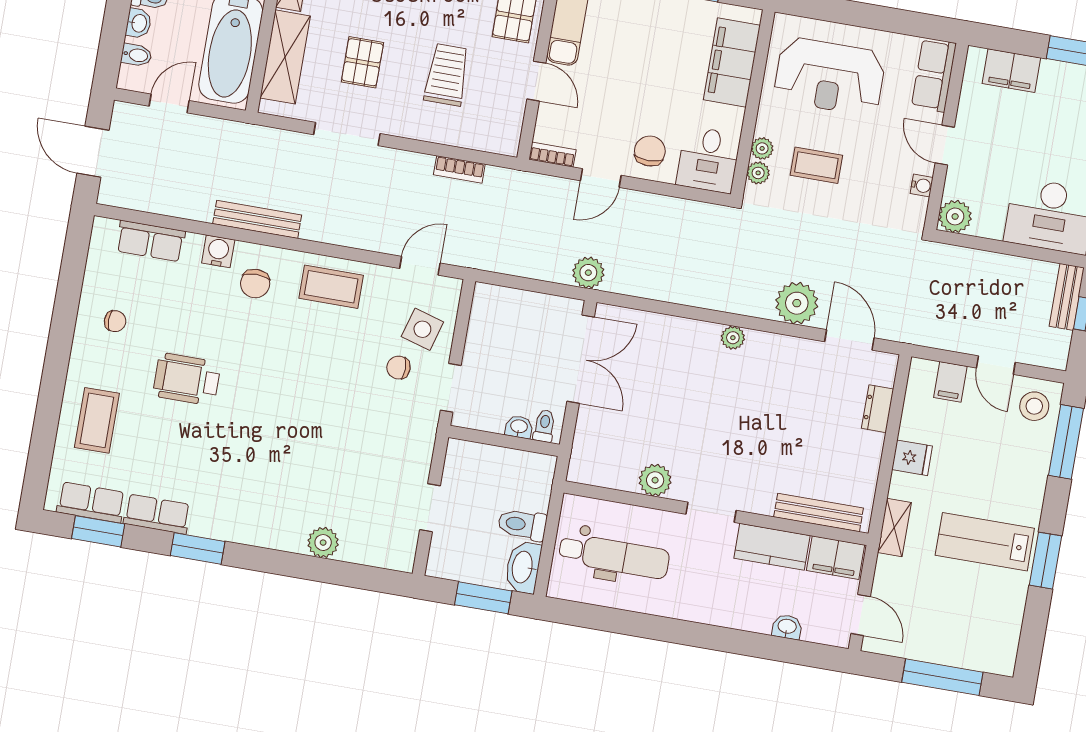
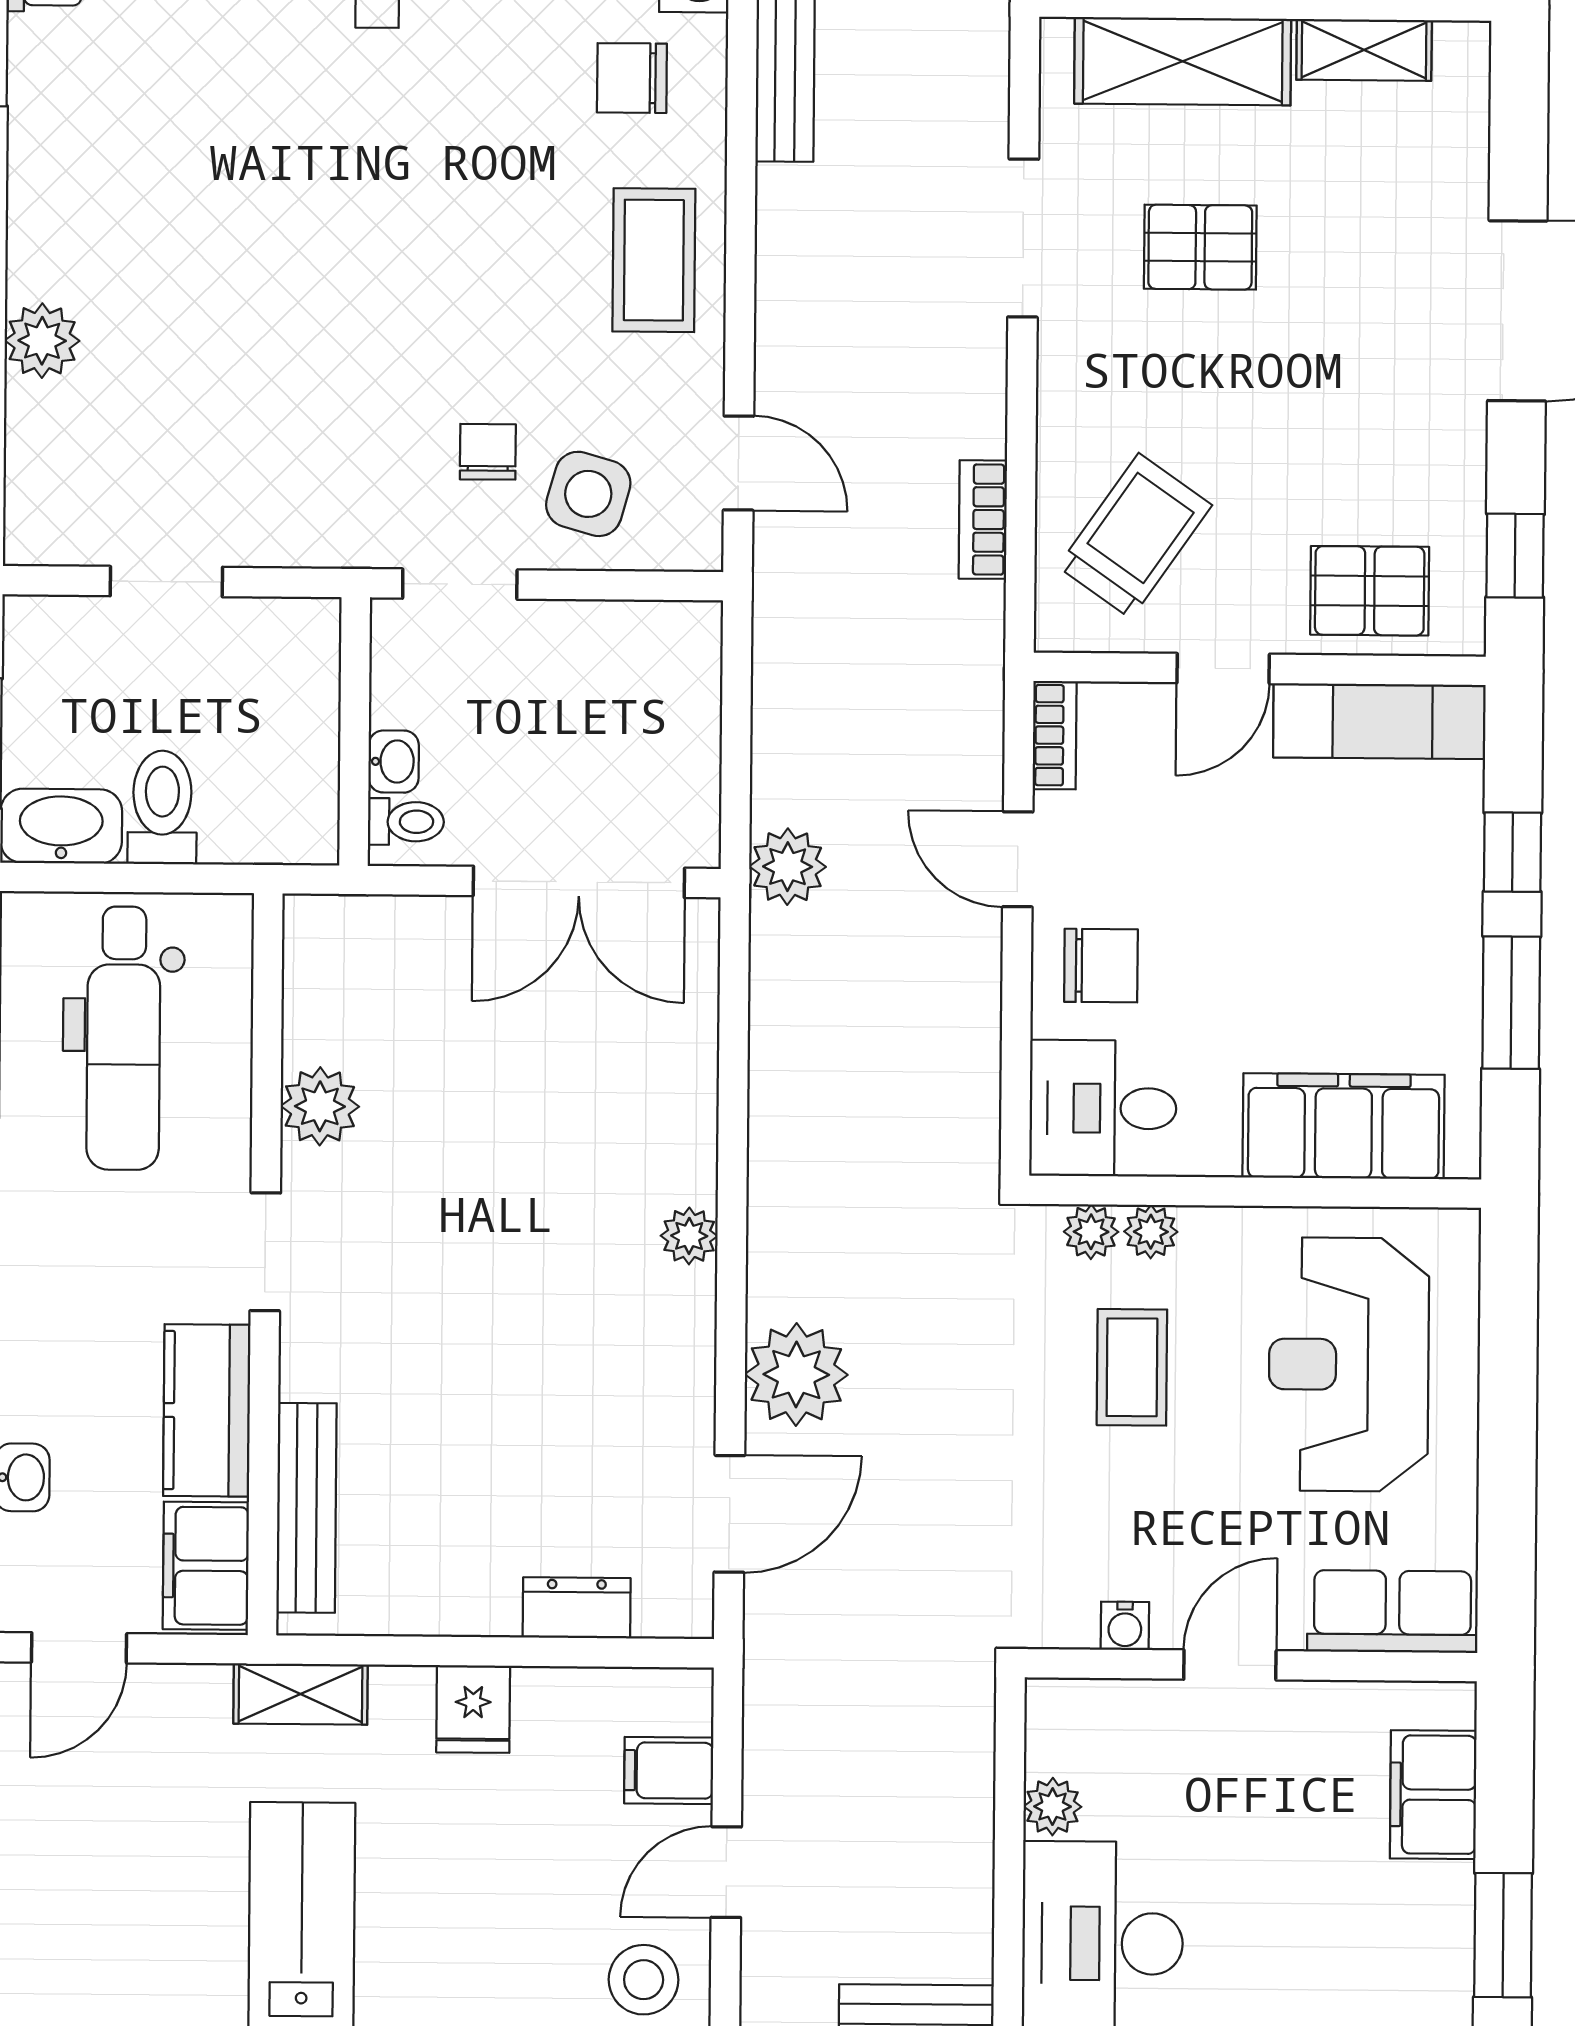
trolley: (447, 75) -> (1135, 536), moved, turned -55
plant: (955, 216) -> (1053, 1807), moved, width x0.73, depth x0.73

